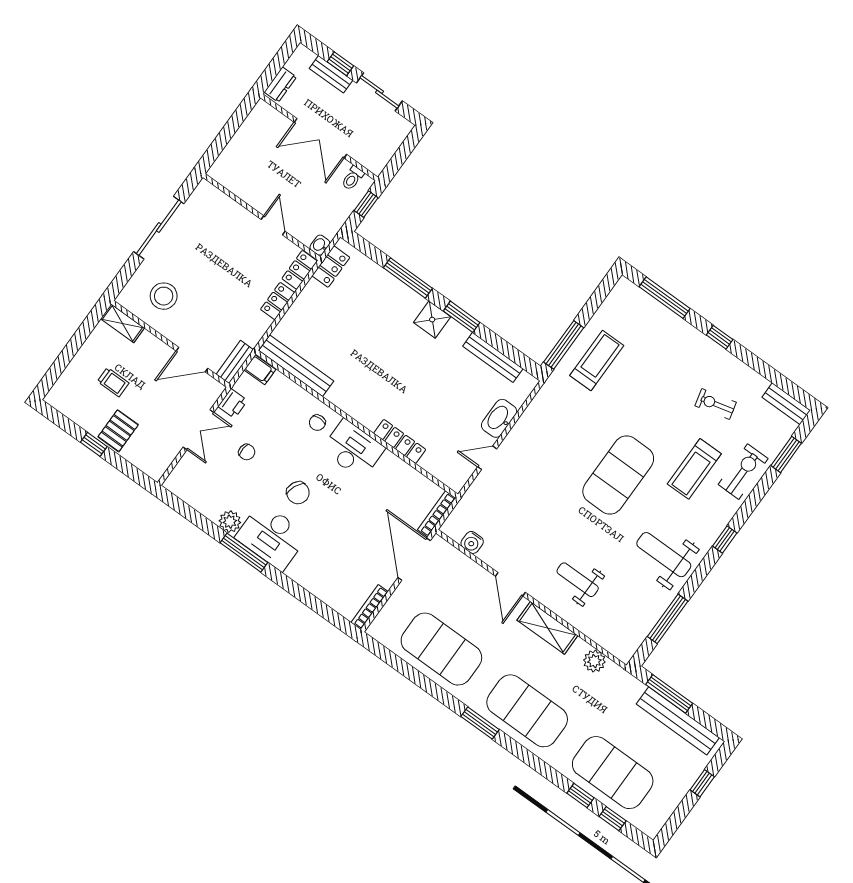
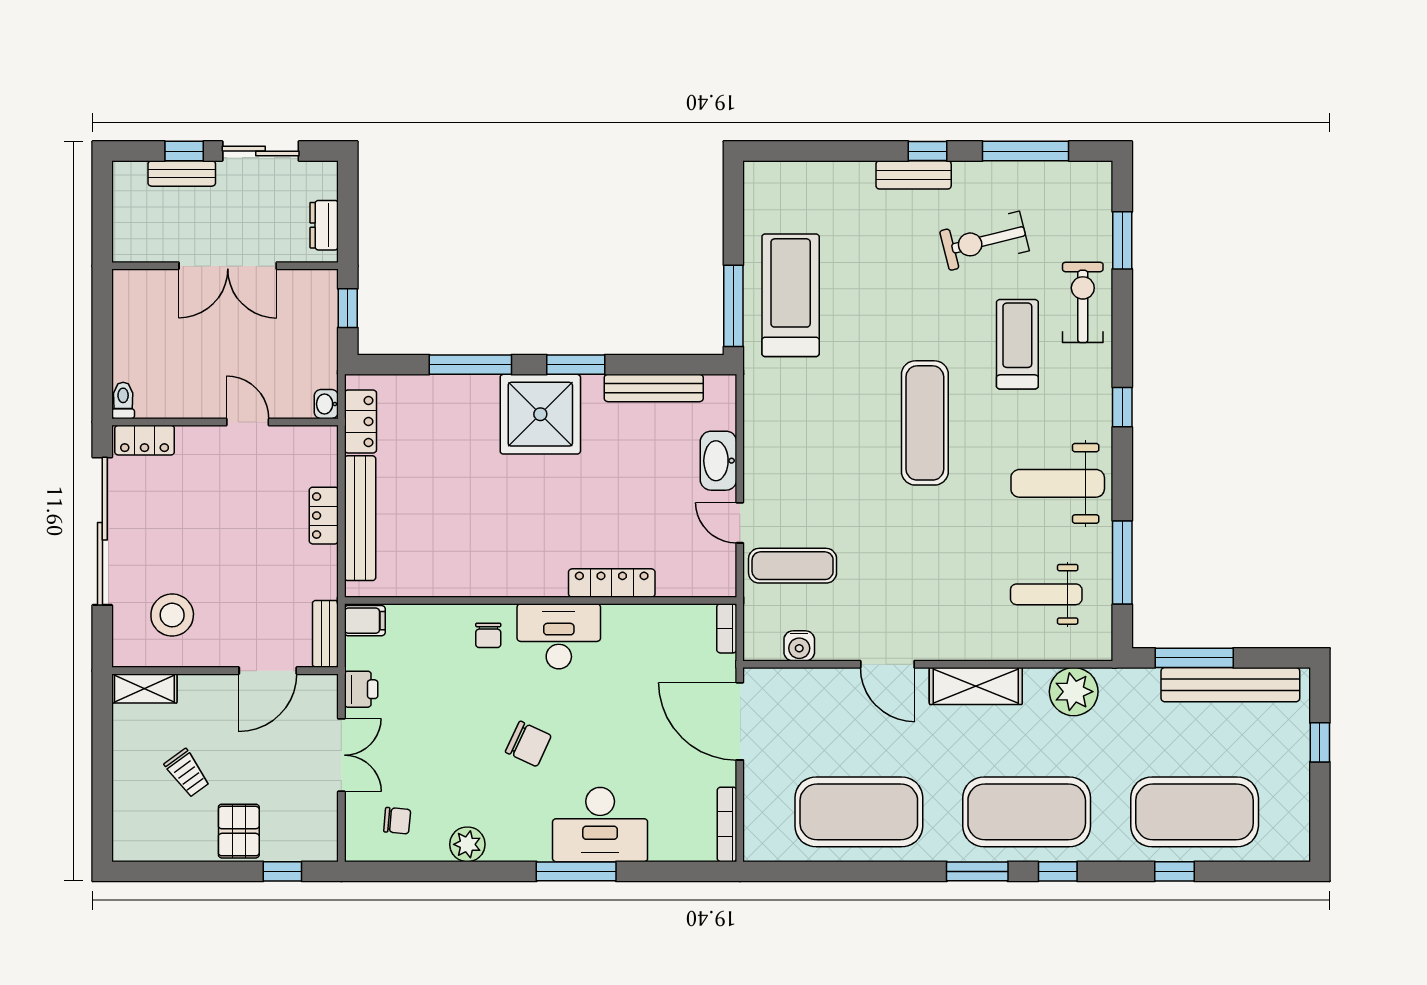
dresser: (280, 85) -> (324, 225), moved, turned 180
toilet: (353, 178) -> (123, 400), moved, turned 180
sliding door: (159, 228) -> (102, 531), width x1.36
locker: (300, 270) -> (145, 440), moved, turned -90
window: (665, 298) -> (1026, 151), moved
shower: (432, 320) -> (540, 414), width x1.86, depth x1.86
treadmill: (597, 360) -> (791, 295), width x1.37, depth x1.38
bench: (296, 366) -> (360, 518), moved, turned 90
trolley: (113, 382) -> (187, 773), turned 54
exercise bike: (716, 404) -> (984, 241), width x1.38, depth x1.39
bench: (786, 404) -> (914, 175), moved
window: (94, 444) -> (282, 871), moved
chair: (247, 452) -> (397, 821), moved
door: (487, 458) -> (740, 523), hinge flipped
treadmill: (694, 469) -> (1017, 344), turned 180
exercise mat: (618, 475) -> (925, 423), width x0.68
exercise mat: (498, 499) -> (793, 566), added
bookcase: (436, 514) -> (727, 628), width x0.64
desk: (272, 536) -> (600, 825), moved
window: (244, 553) -> (576, 871), moved
weight bench: (578, 580) -> (1046, 594), moved
plant: (594, 661) -> (1074, 692), width x1.36, depth x1.36
window: (613, 819) -> (1058, 871), moved

